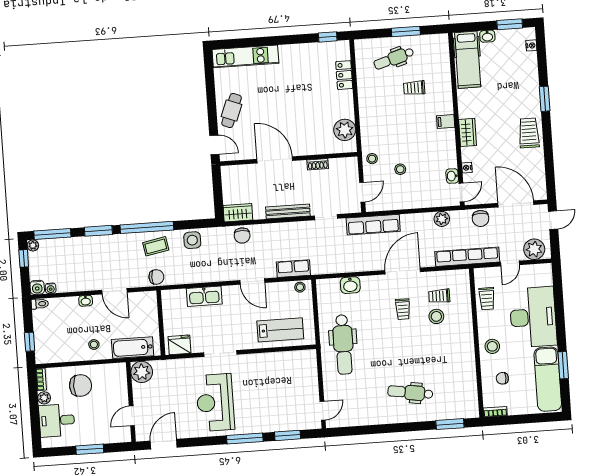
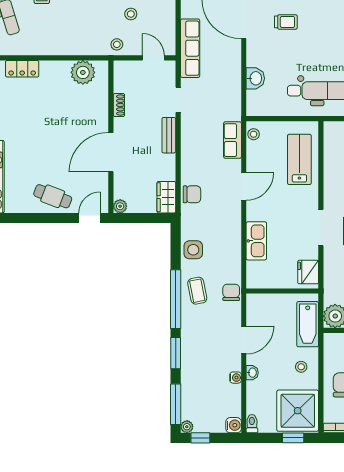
plant: (227, 172) -> (120, 206), added
bench: (288, 211) -> (169, 135), width x0.73
water cooler: (51, 288) -> (236, 378), moved
shower: (54, 344) -> (298, 411), added

